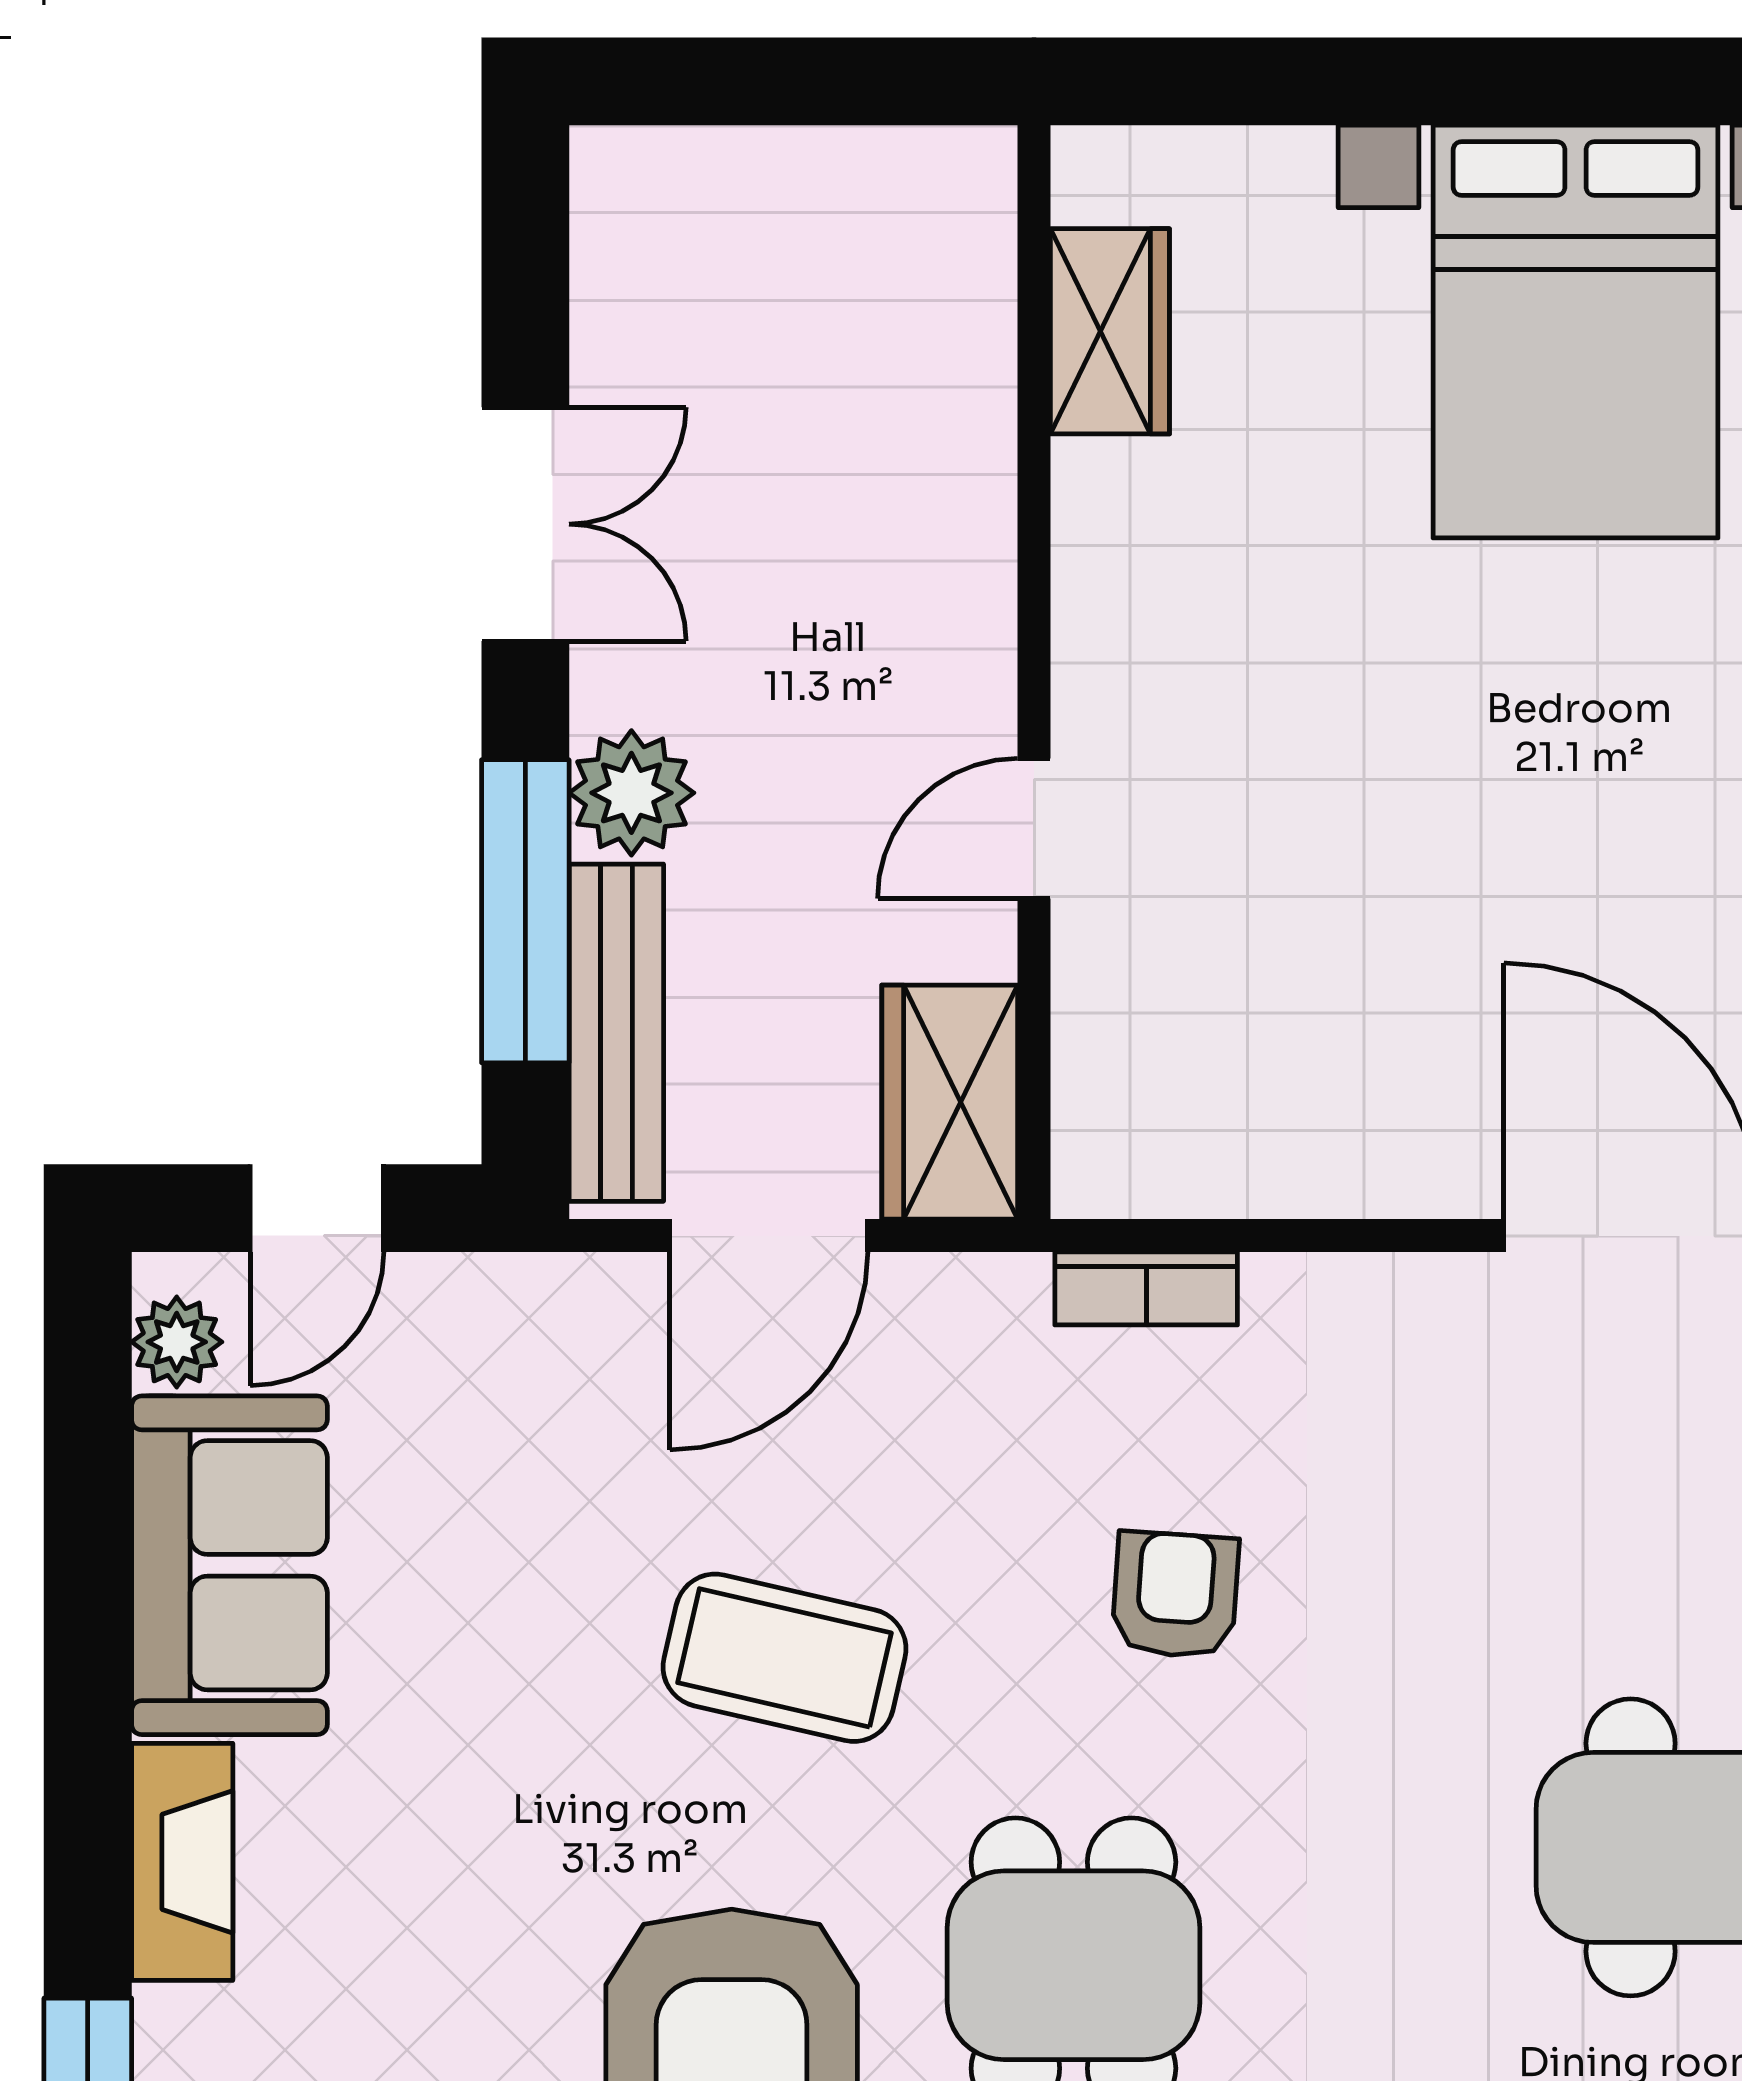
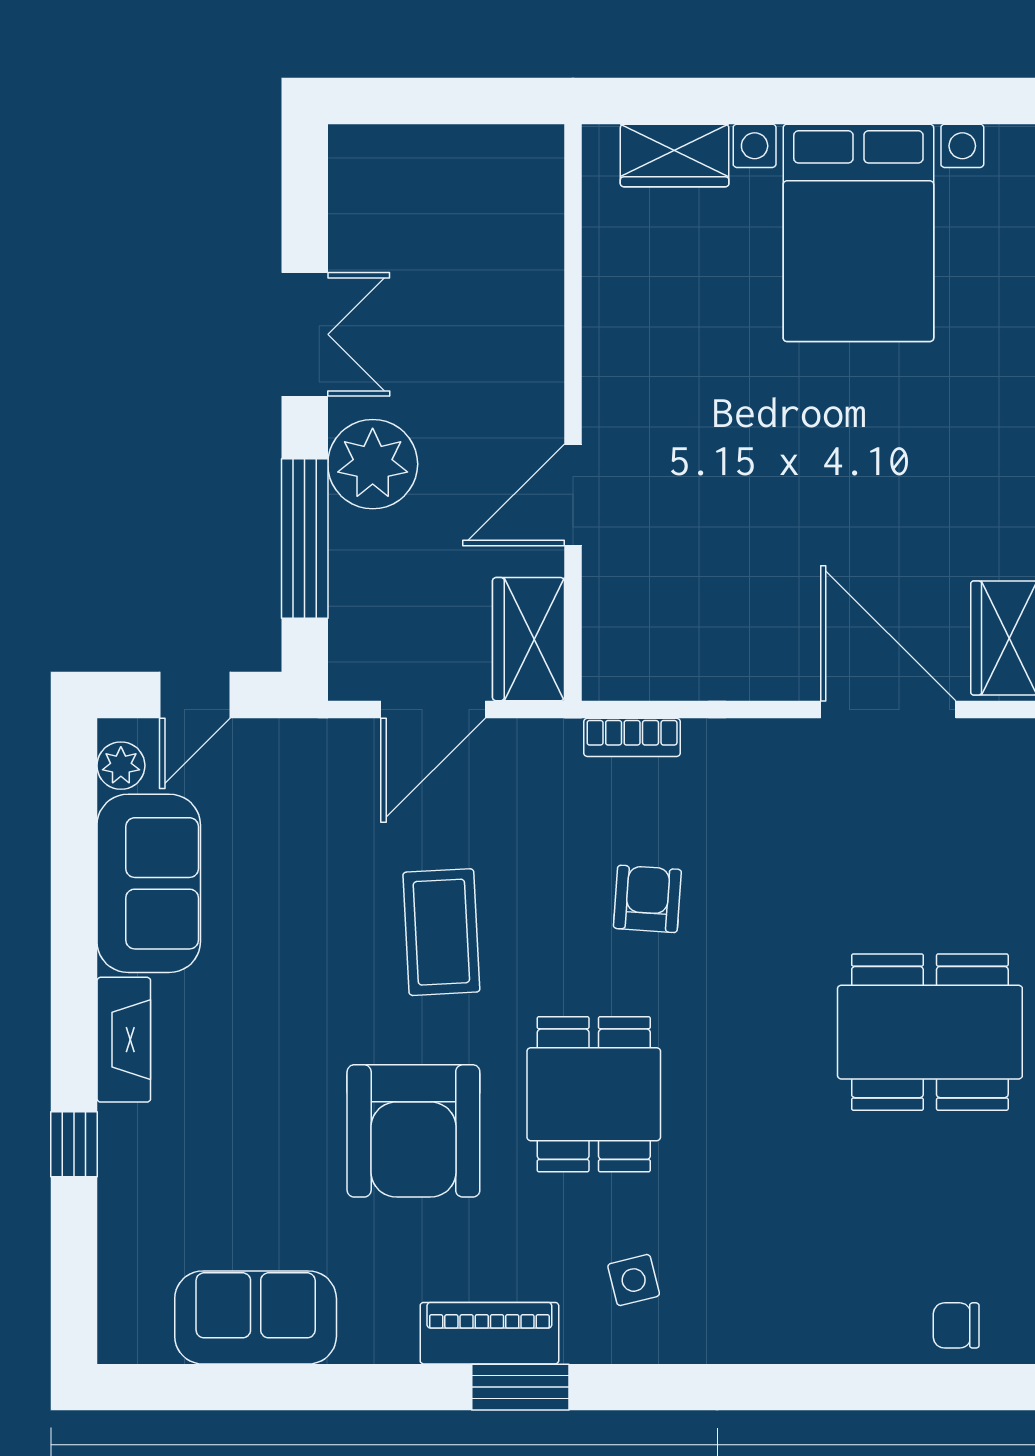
wardrobe: (1110, 331) -> (675, 155), moved, turned 90
plant: (631, 793) -> (373, 464), width x1.36, depth x1.36
door: (1034, 829) -> (573, 495), width x1.37
bench: (616, 1033) -> (353, 603), removed
coffee table: (784, 1658) -> (441, 932), turned 74

